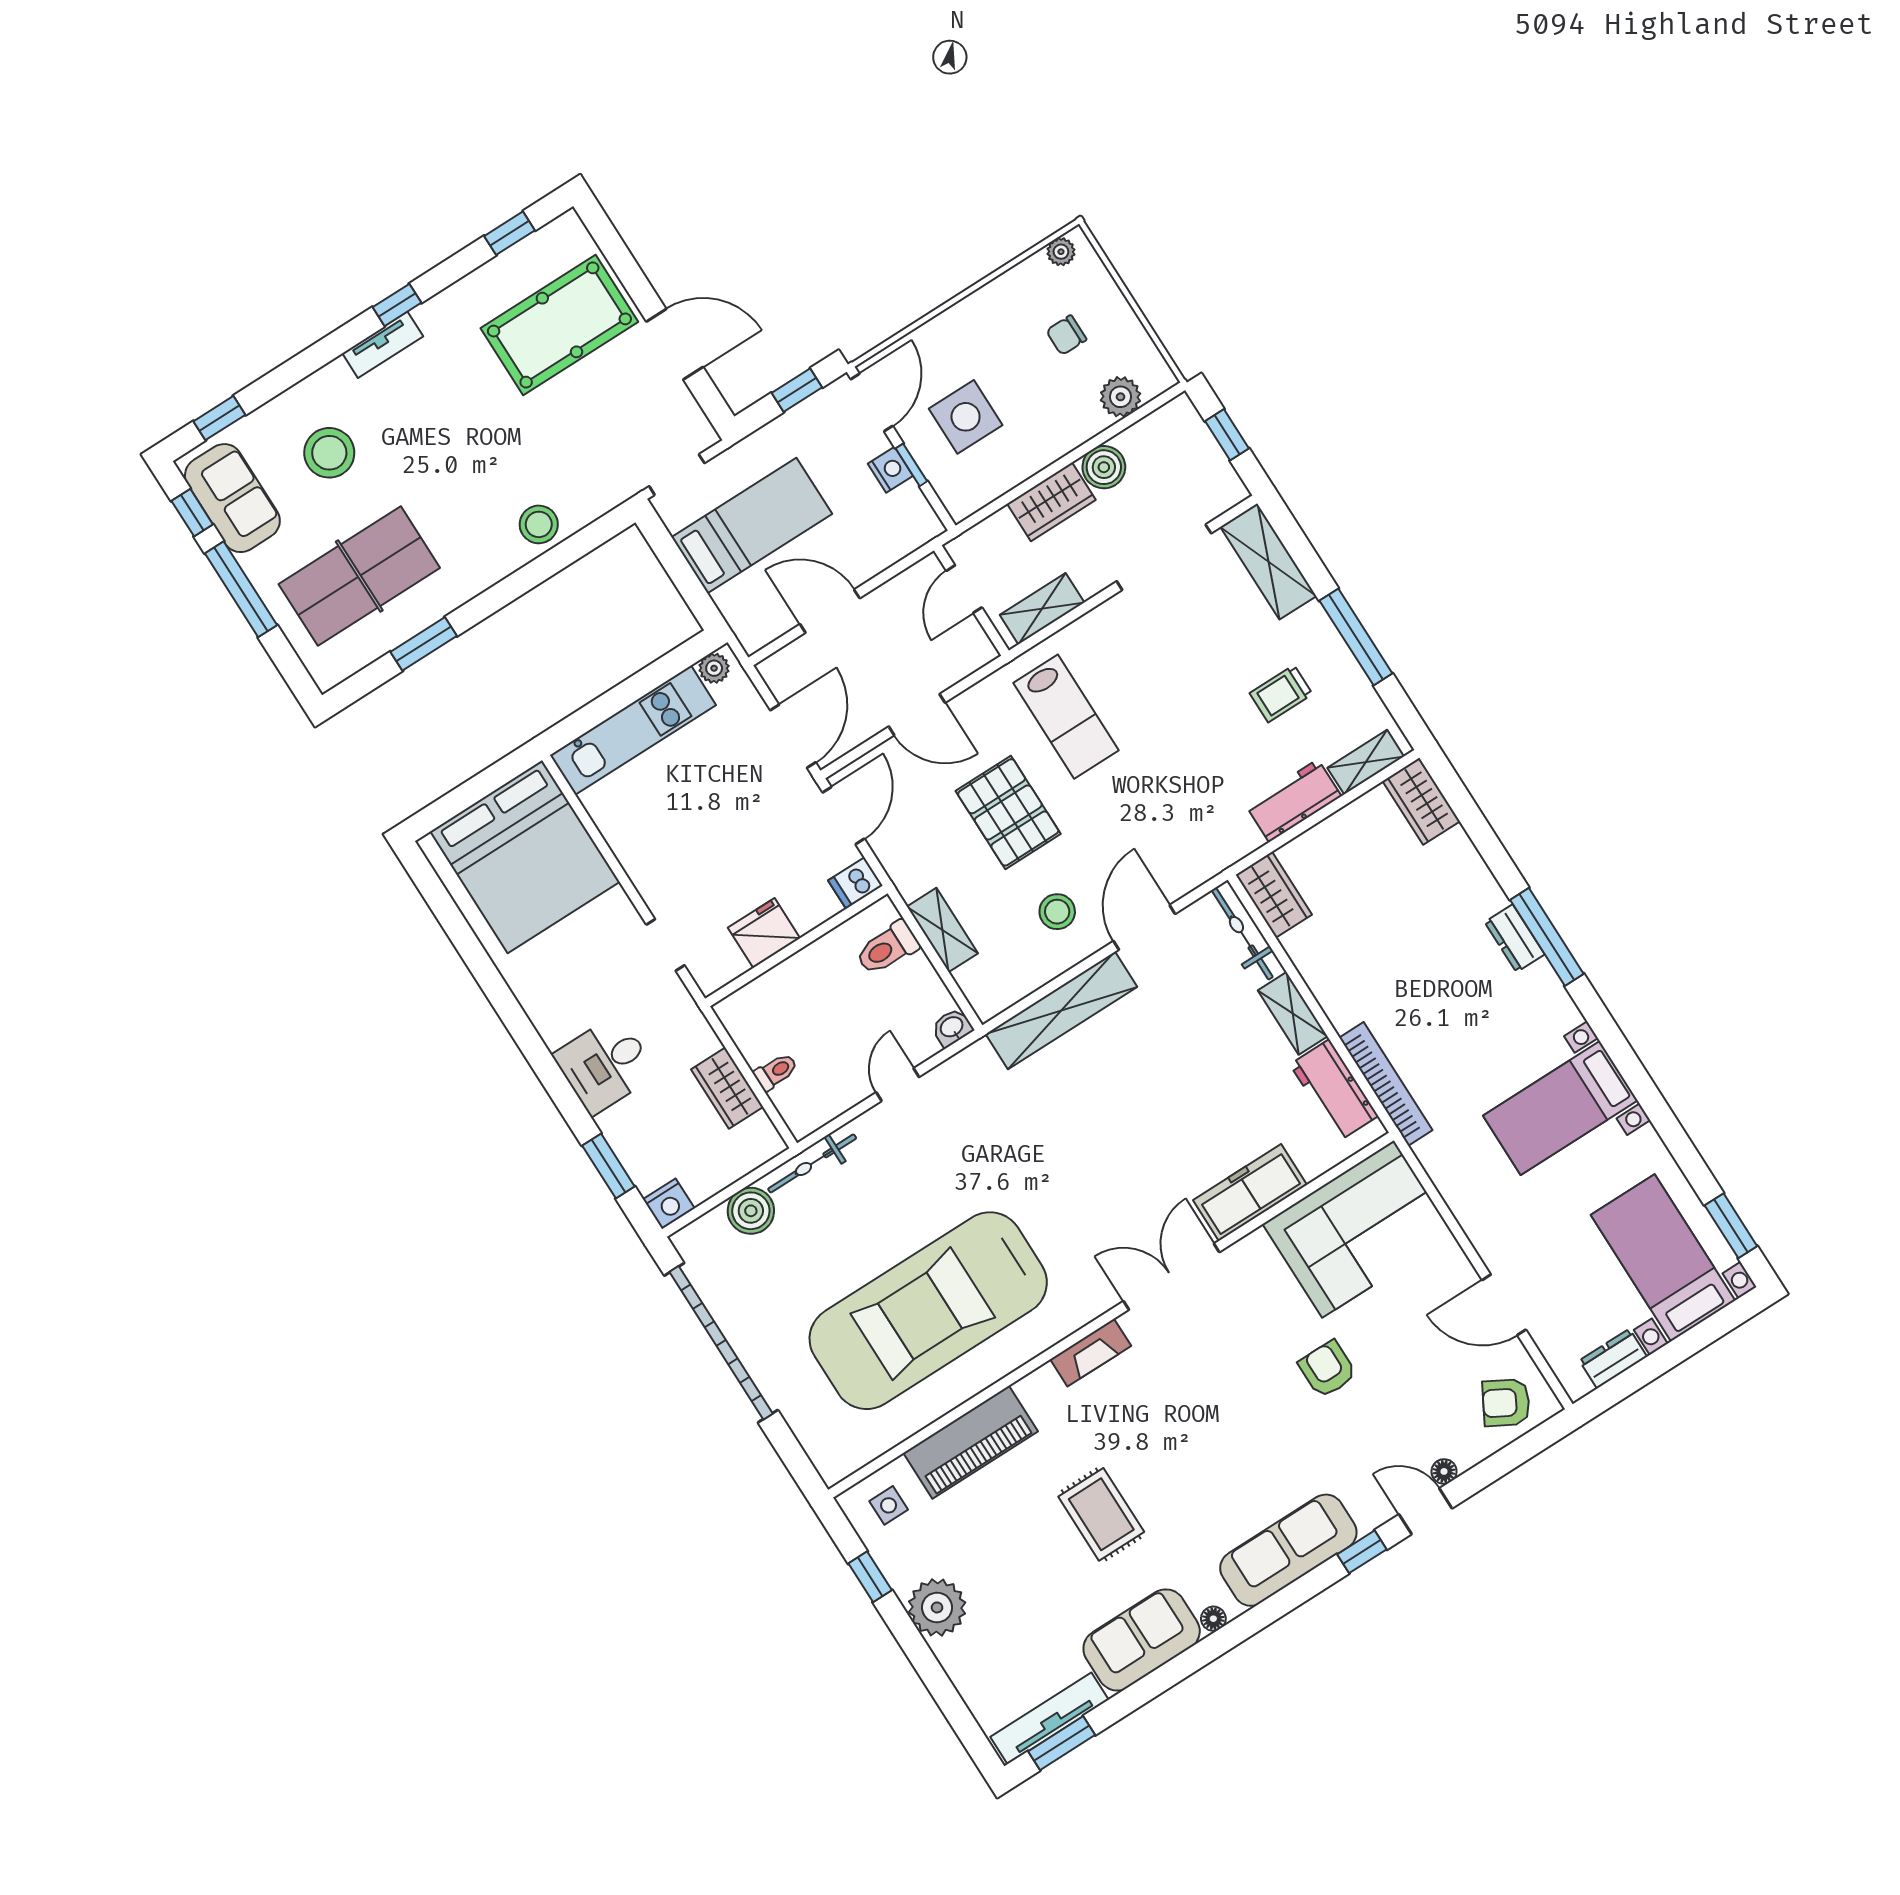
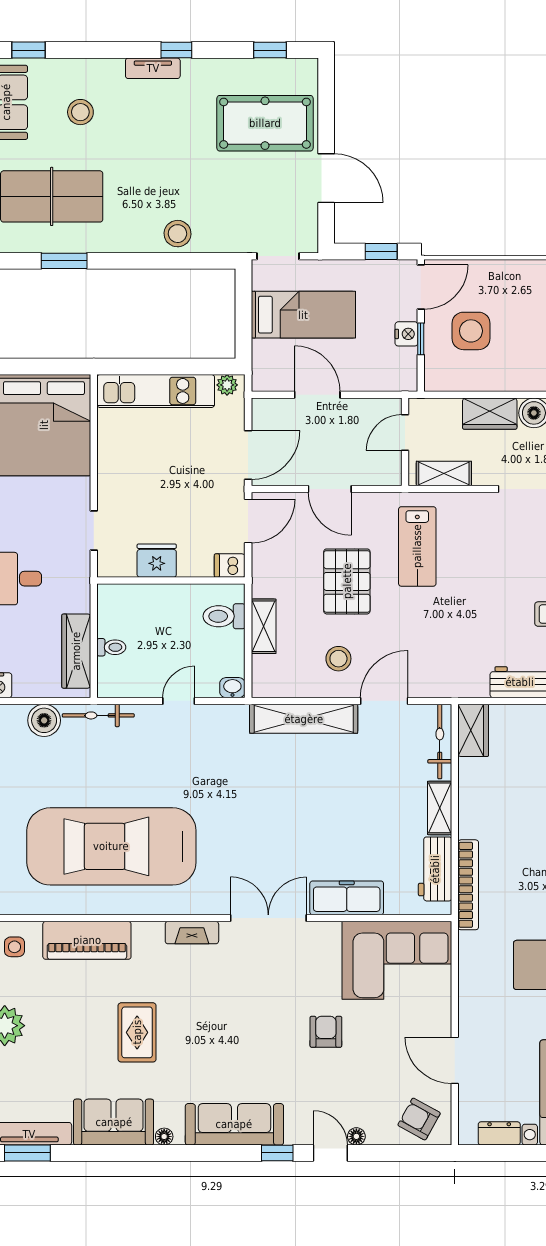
stool: (329, 453) -> (80, 112), width x0.73, depth x0.73
wardrobe: (727, 1088) -> (76, 651), width x1.50

